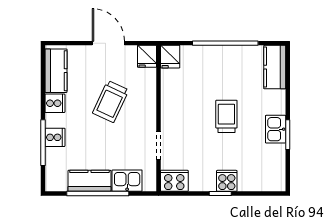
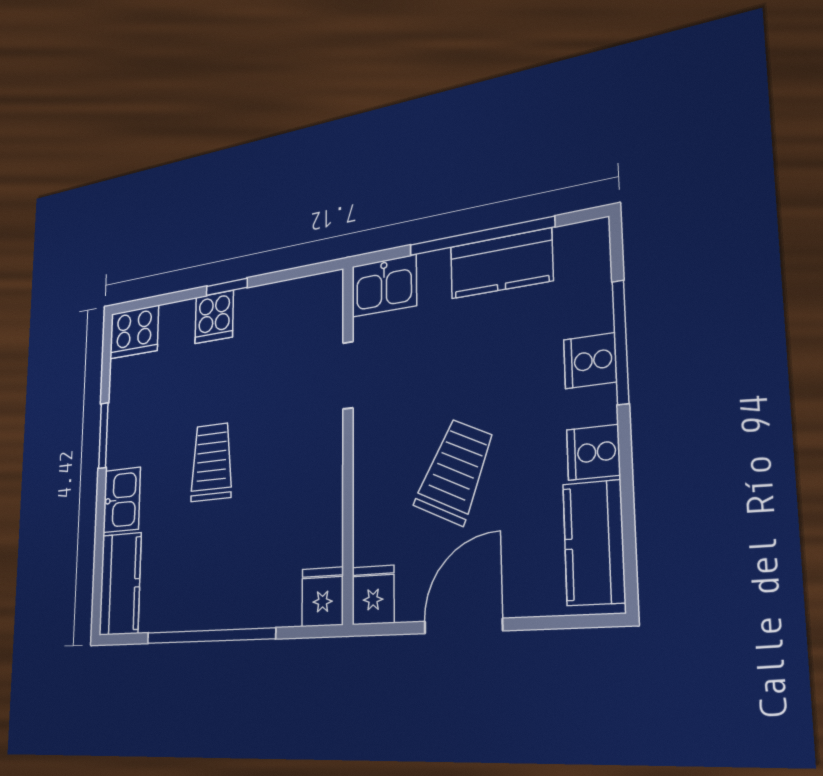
door: (108, 43) -> (463, 626), swing flipped
trolley: (226, 116) -> (212, 462), turned 180
kitchen sink: (276, 129) -> (122, 500), moved
kitchen sink: (127, 181) -> (384, 286), moved
cooker: (174, 181) -> (134, 332), moved

